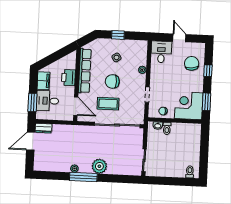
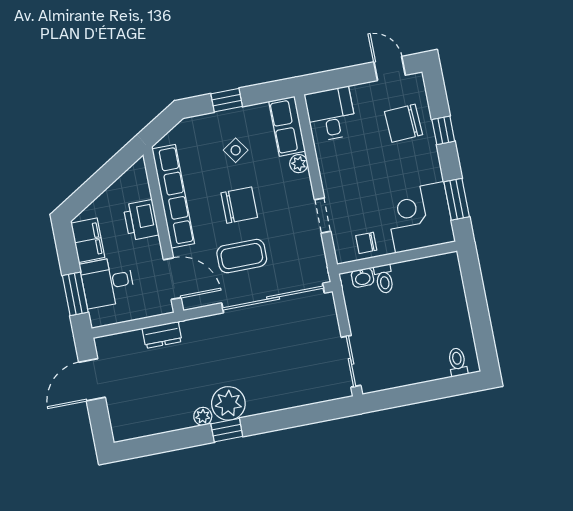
door: (179, 38) -> (390, 69), moved
row of seats: (141, 53) -> (287, 126), added
chair: (192, 63) -> (404, 123), turned -86
chair: (112, 81) -> (239, 205), turned 180
dresser: (43, 128) -> (162, 335), moved
plant: (99, 166) -> (228, 403), moved
window: (83, 177) -> (227, 430), width x0.46

